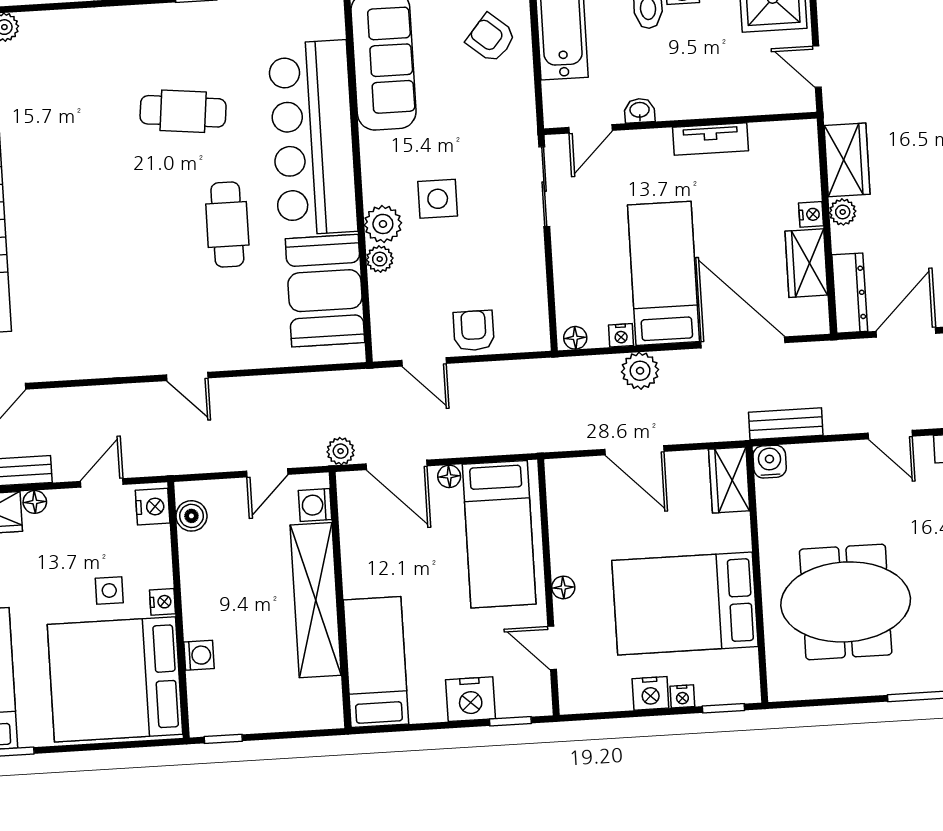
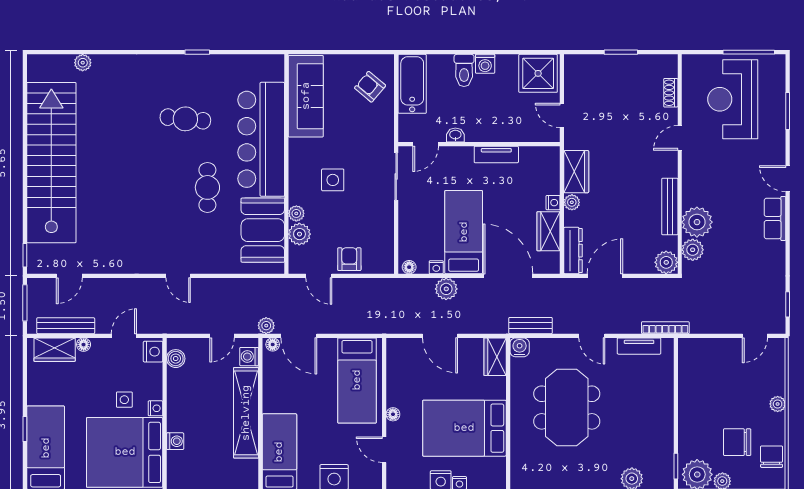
plant: (383, 224) -> (299, 234), moved
floor lamp: (449, 476) -> (273, 344), moved
meeting table: (846, 602) -> (567, 408), moved, turned 90

